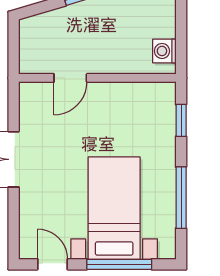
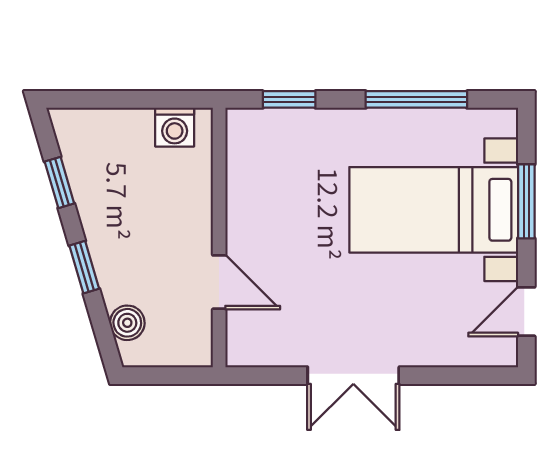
boiler: (46, 22) -> (127, 323), added
window: (119, 264) -> (526, 201), width x0.69

